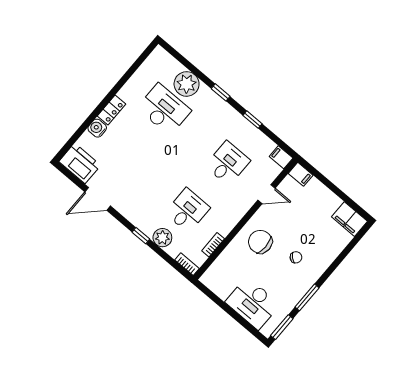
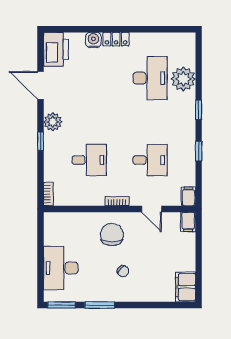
plant: (162, 238) -> (53, 122), moved
bookcase: (213, 245) -> (117, 201), moved

